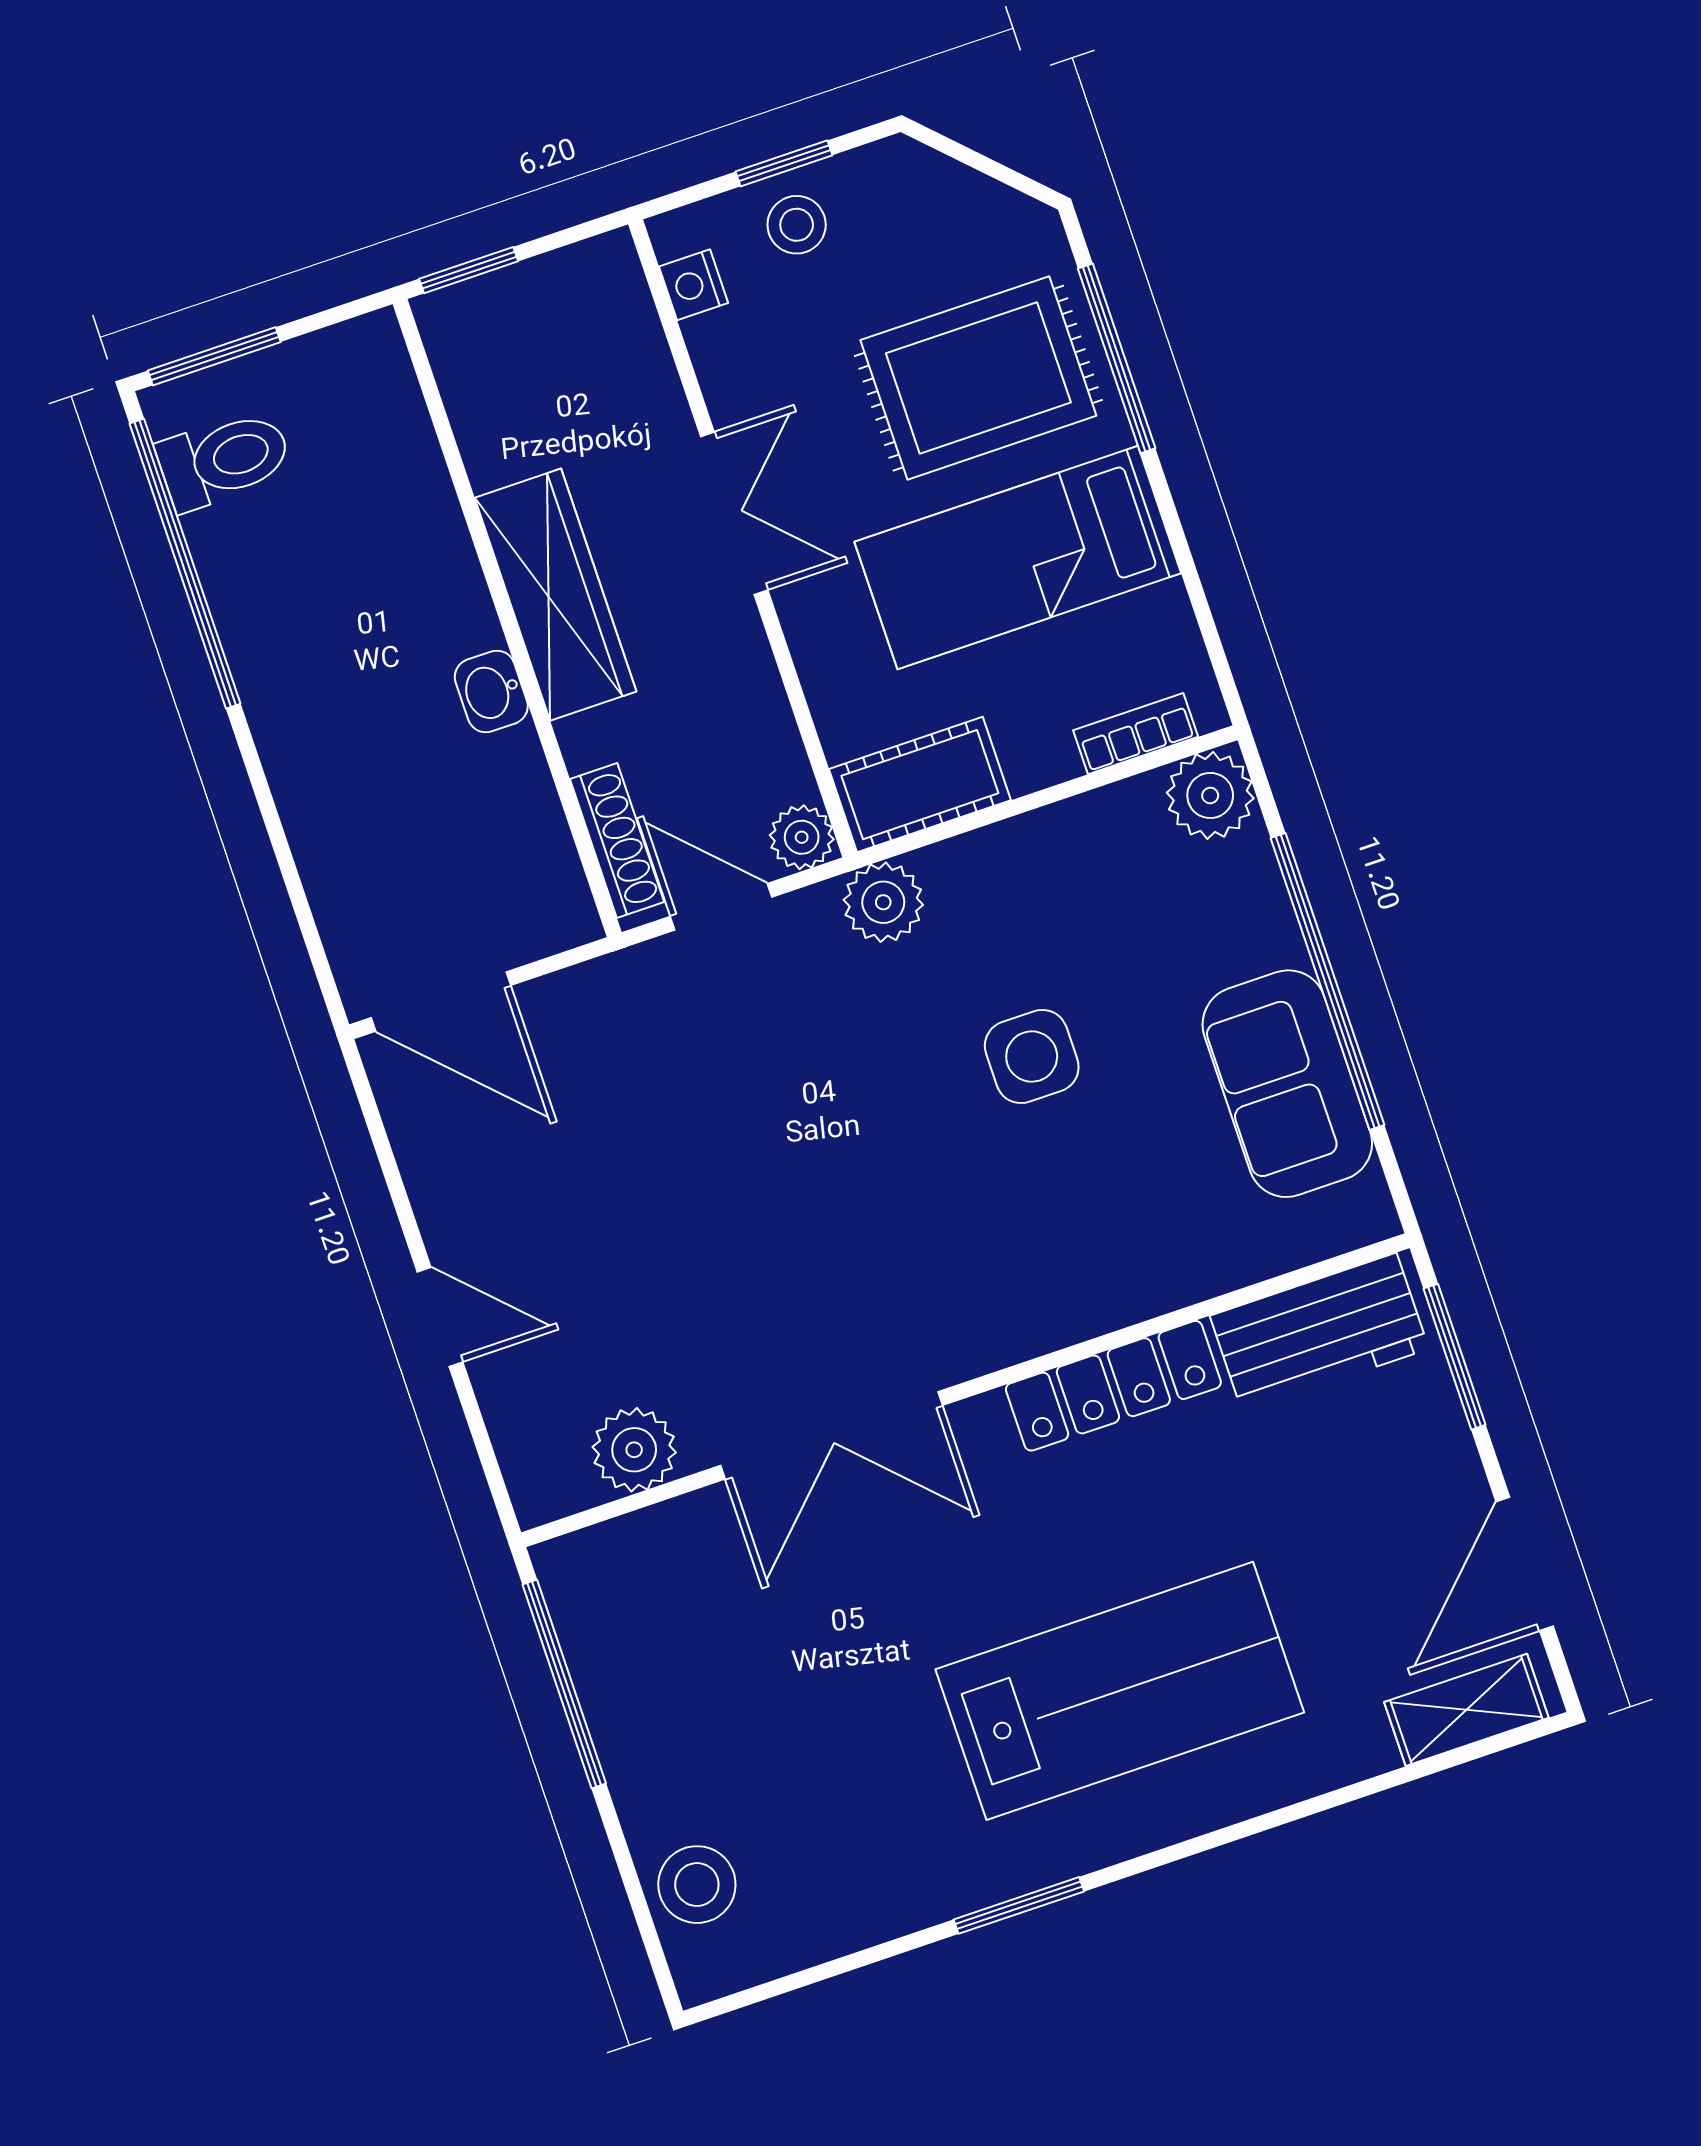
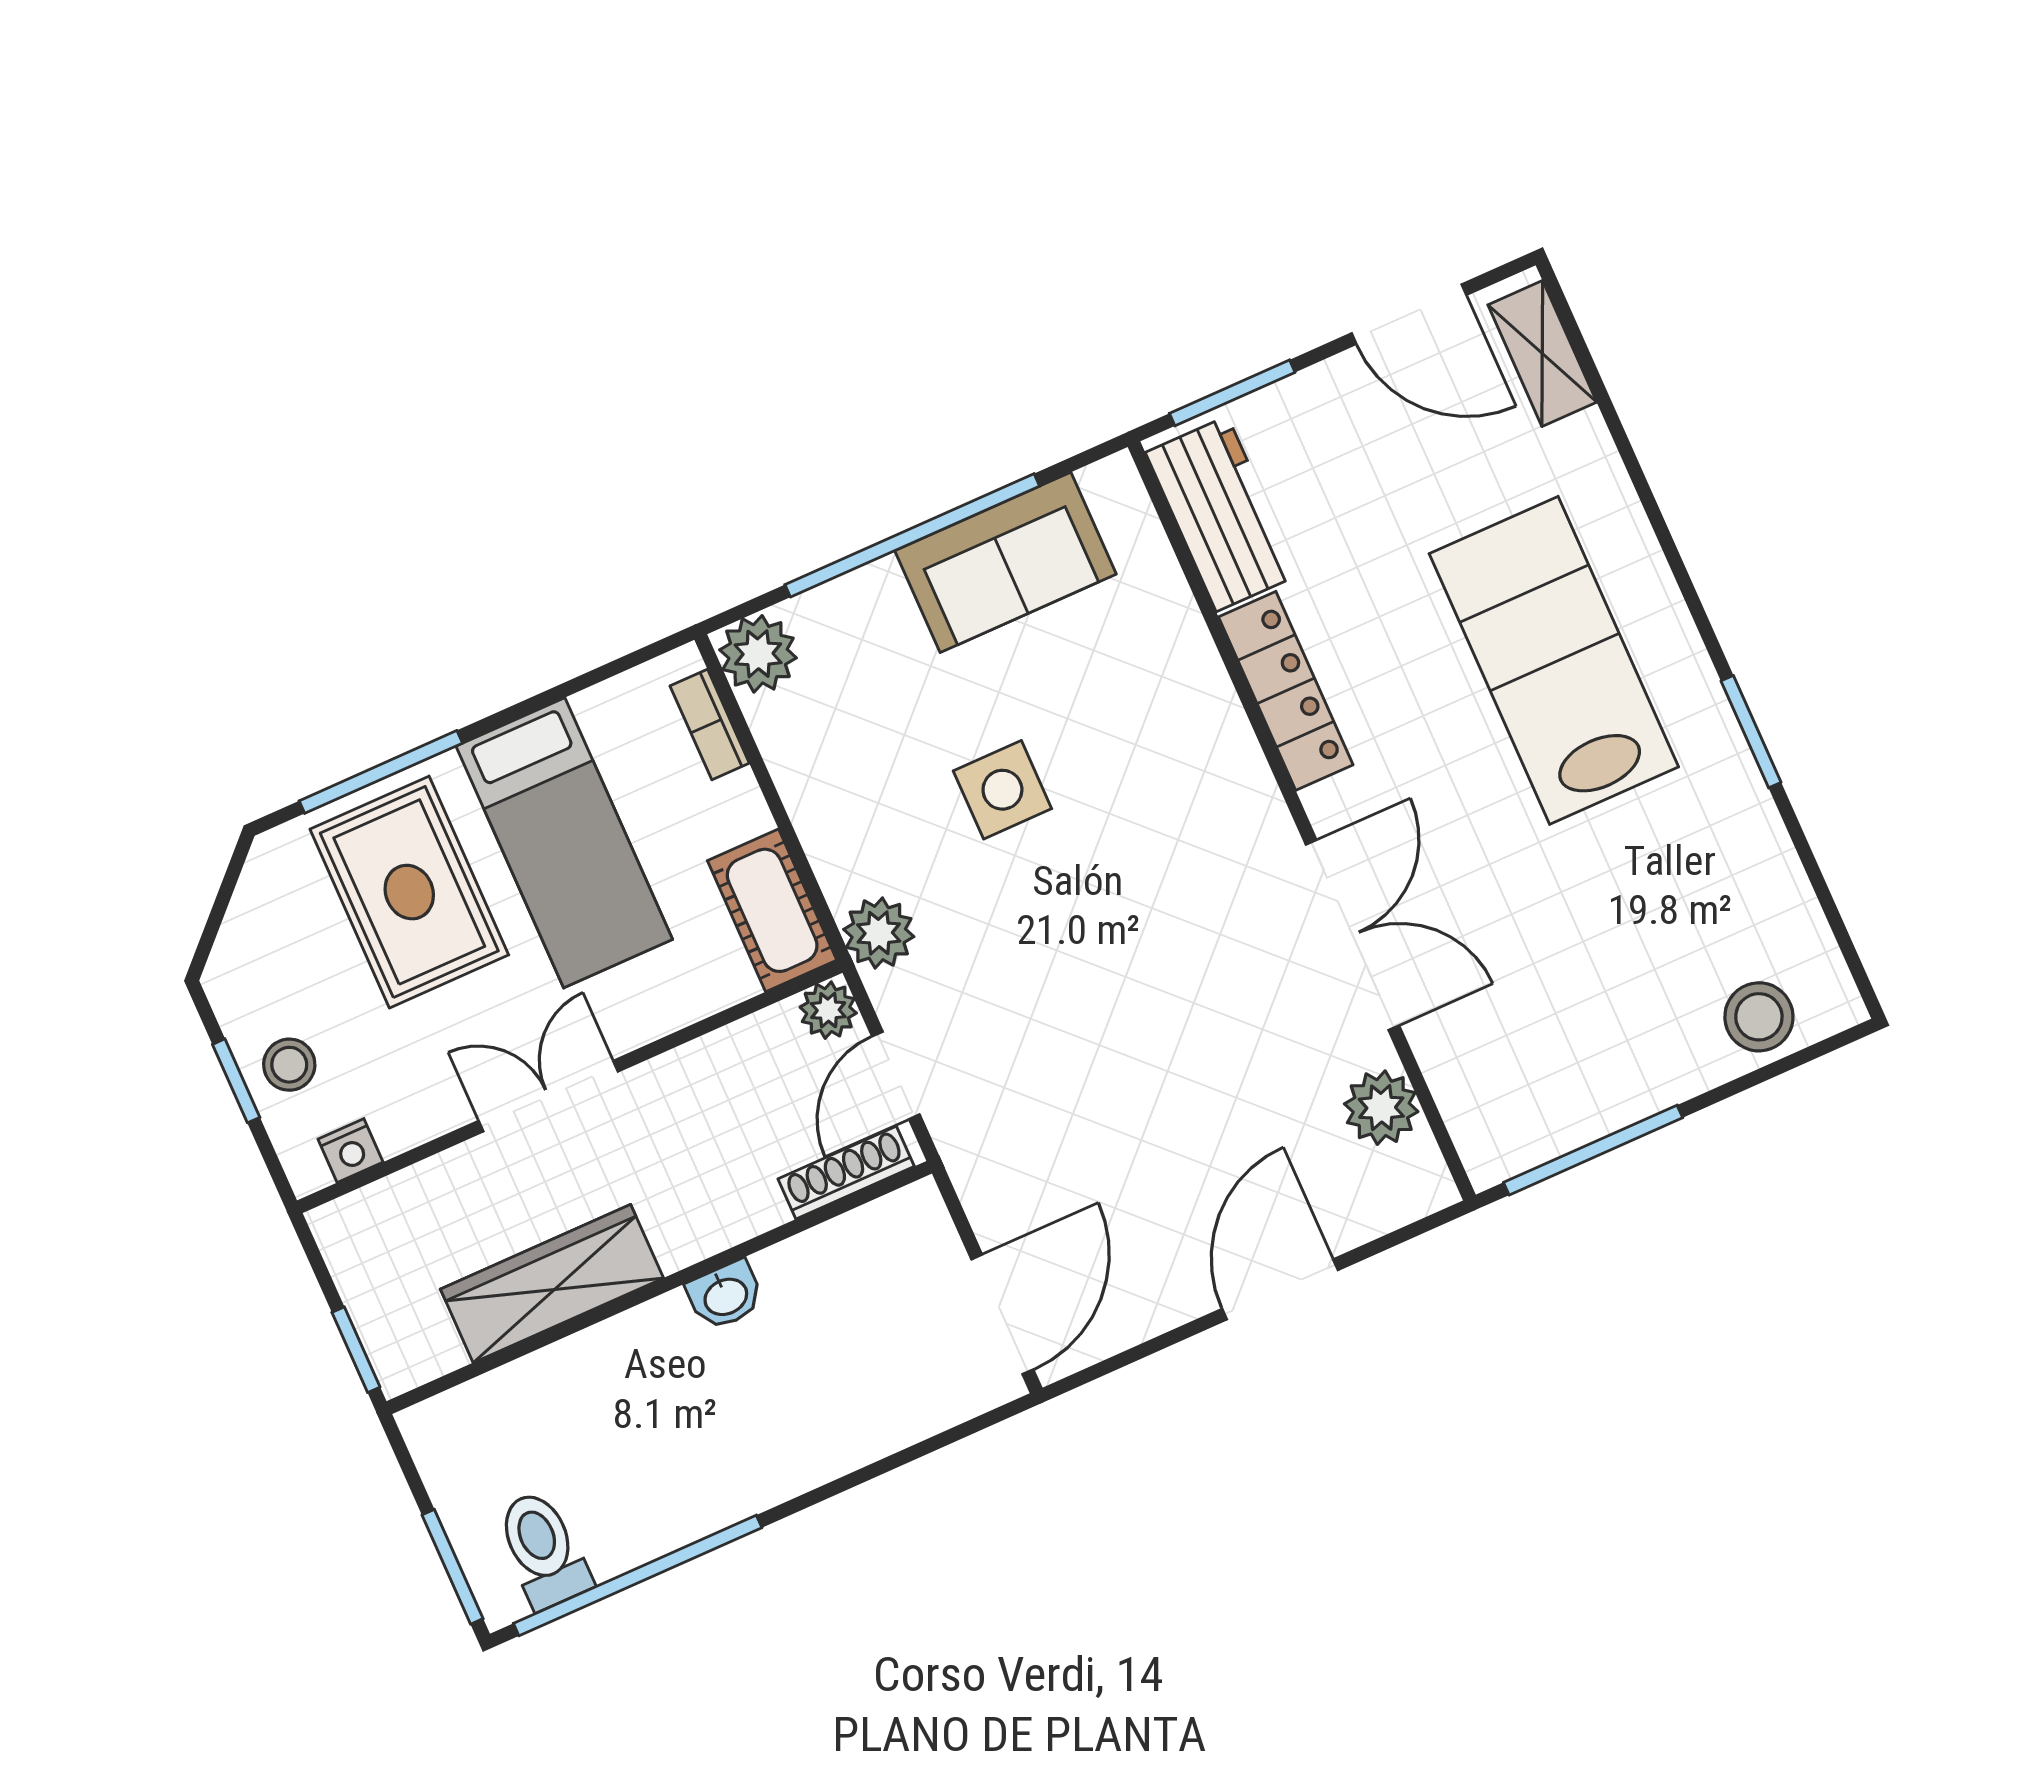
wardrobe: (555, 595) -> (552, 1284), moved
door: (440, 1317) -> (1280, 1289), width x1.38

